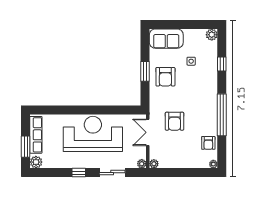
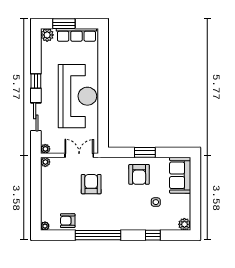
armchair: (165, 77) -> (139, 174), turned -90
armchair: (174, 121) -> (91, 184), turned 90

